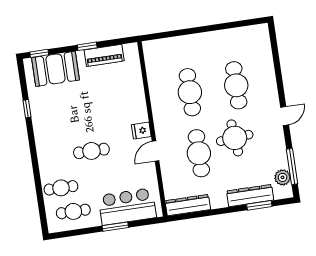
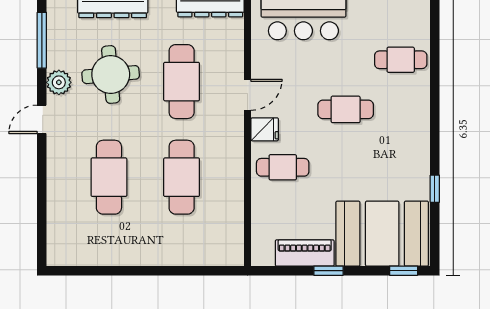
booth: (56, 69) -> (382, 234), width x1.36, depth x1.42
round table: (235, 138) -> (111, 75), moved
plant: (283, 177) -> (59, 82), moved
cafe table: (73, 211) -> (283, 167), moved

